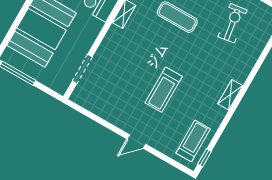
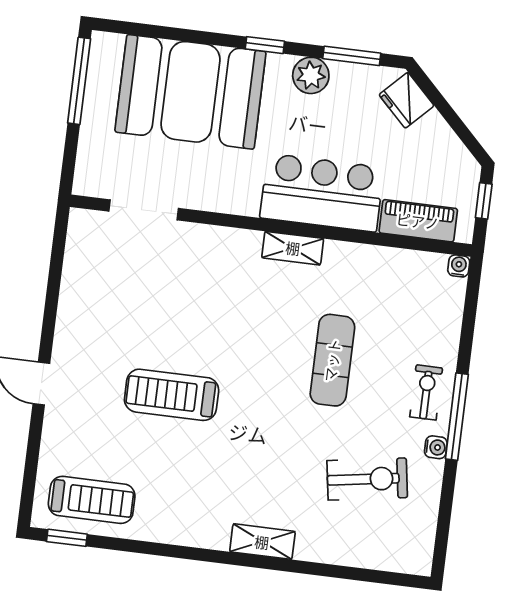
shelving: (230, 95) -> (262, 542), moved

